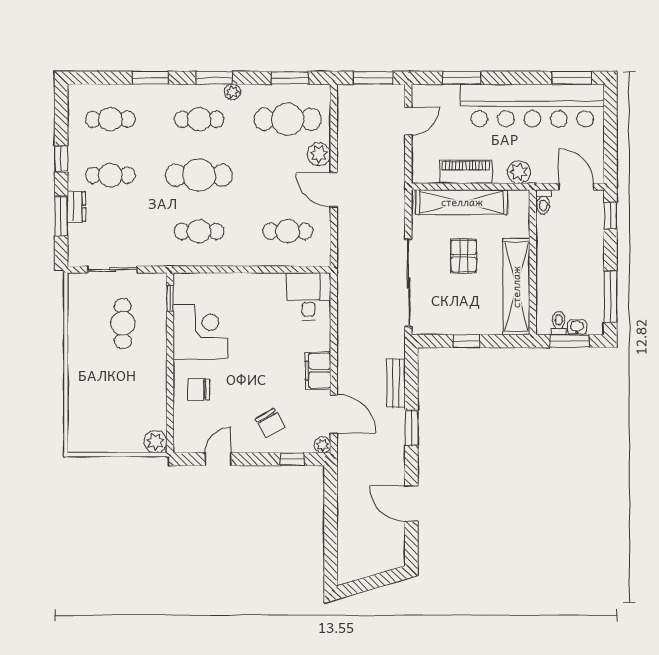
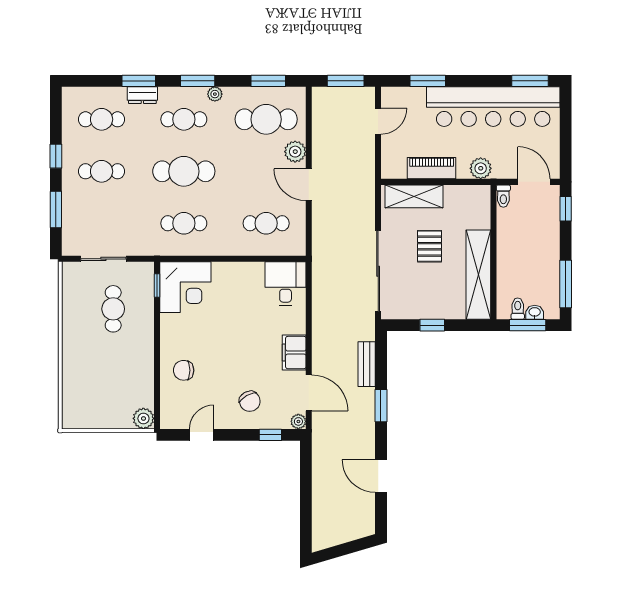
shelving: (462, 202) -> (414, 196), width x0.68
dresser: (76, 207) -> (142, 95), moved, turned 90
corner desk: (201, 332) -> (185, 287), moved, turned 90

